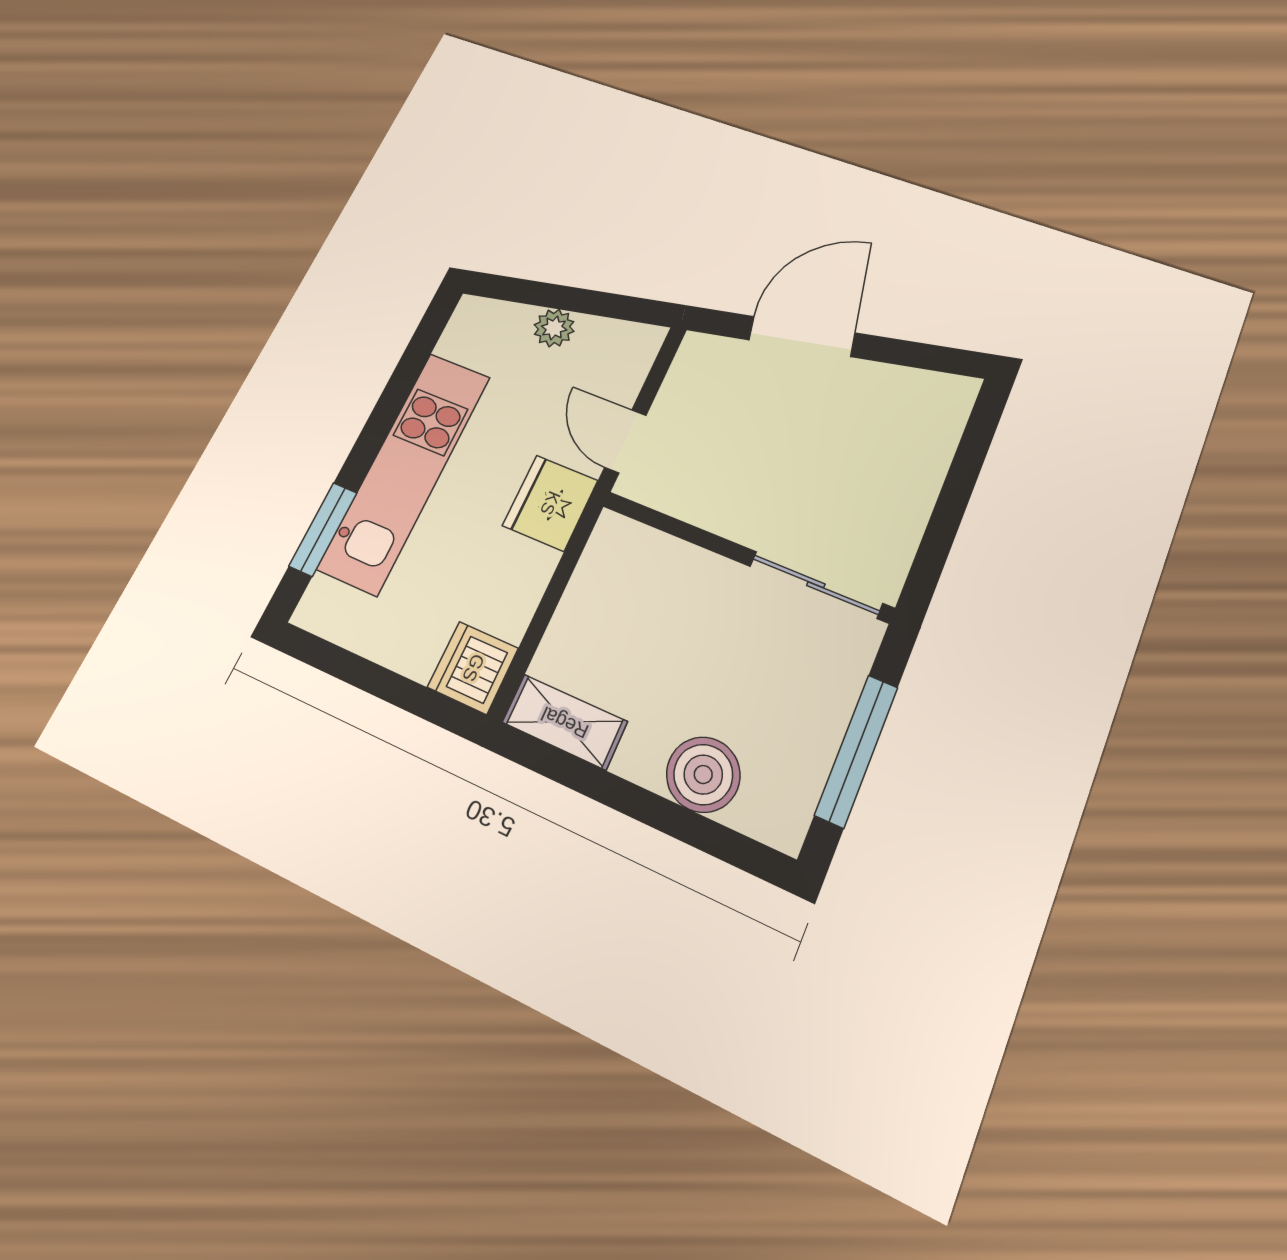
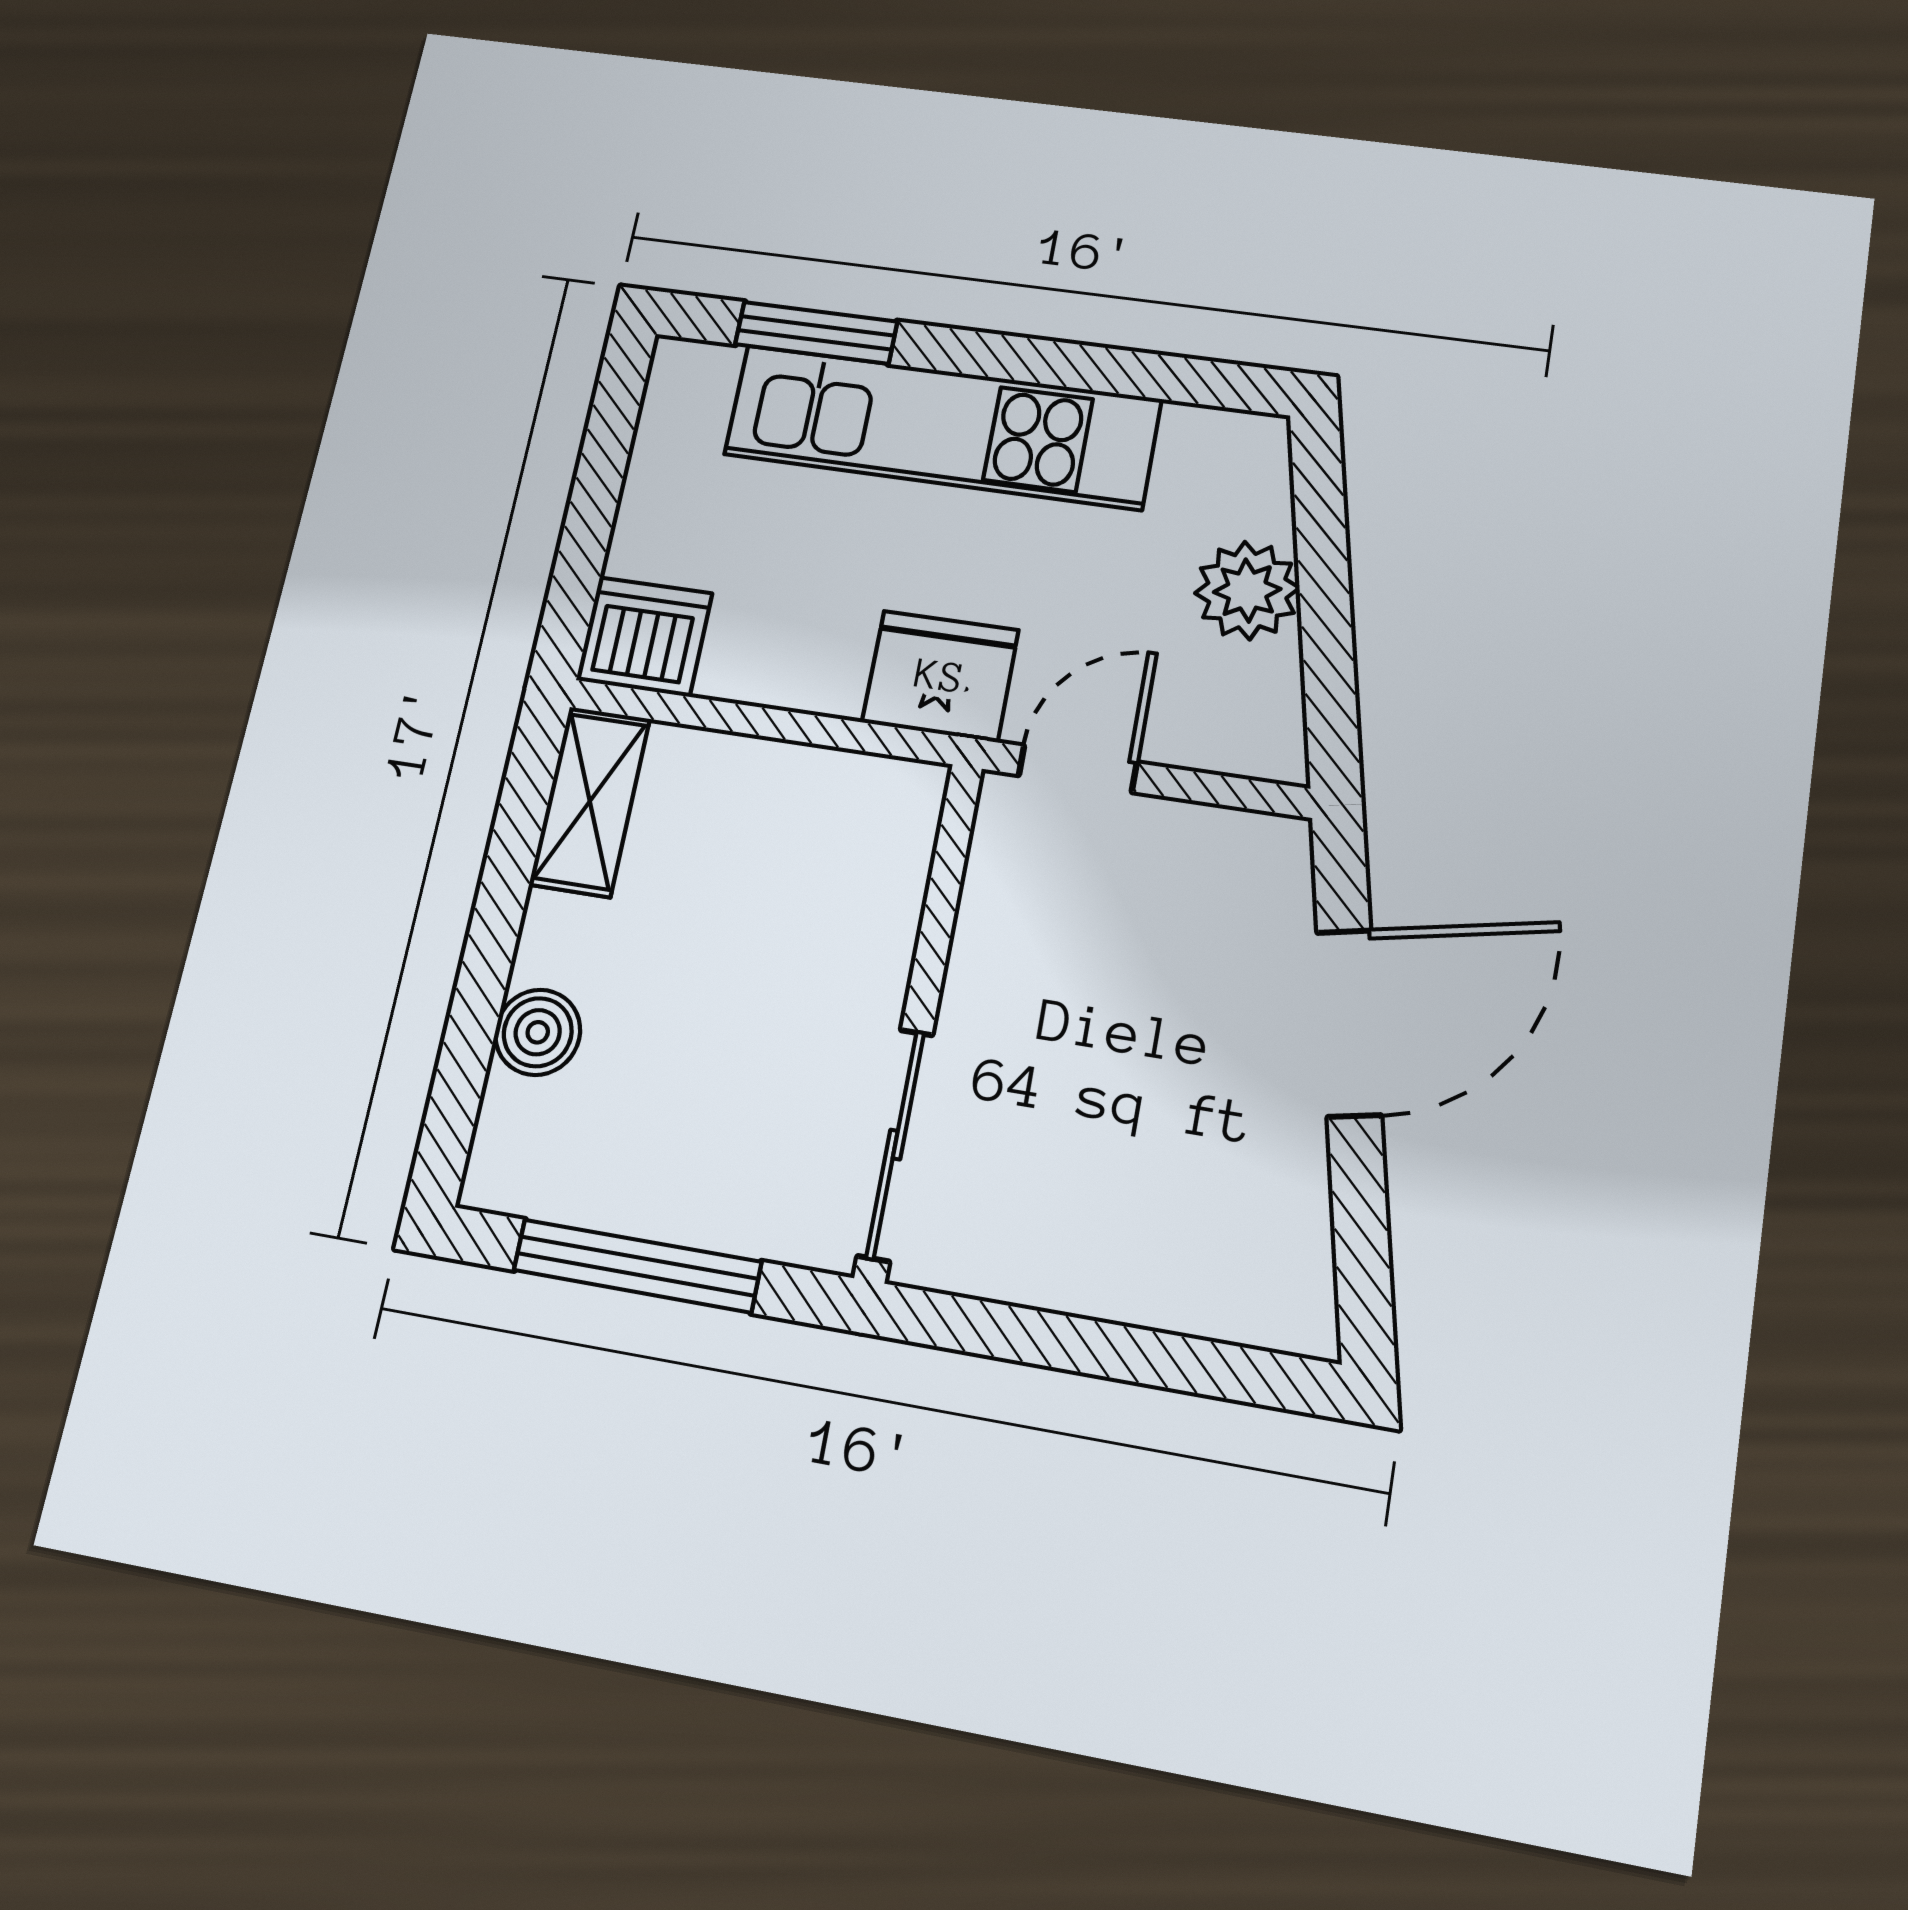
plant: (554, 328) -> (1247, 591), width x1.38, depth x1.38
door: (802, 336) -> (1349, 1023), hinge flipped
boiler: (703, 775) -> (538, 1032), width x0.73, depth x0.73

